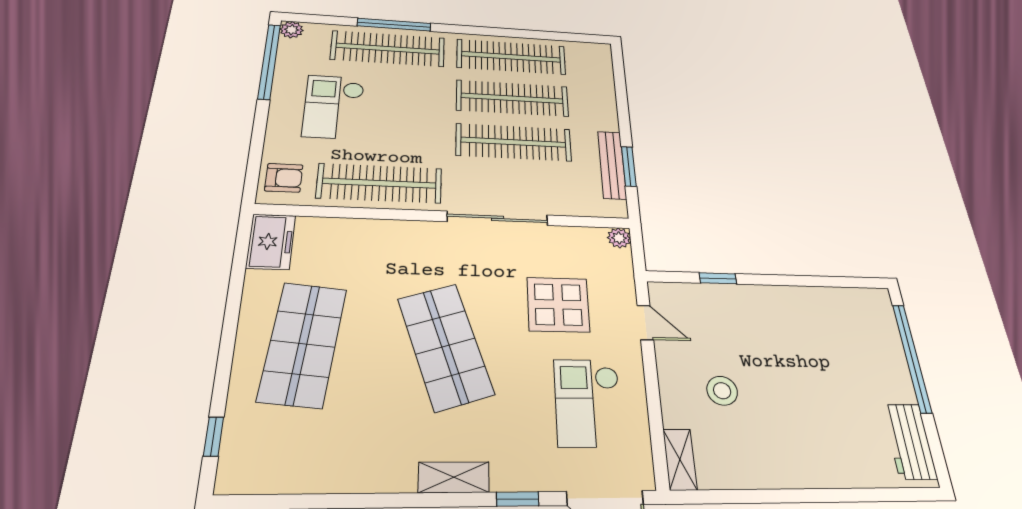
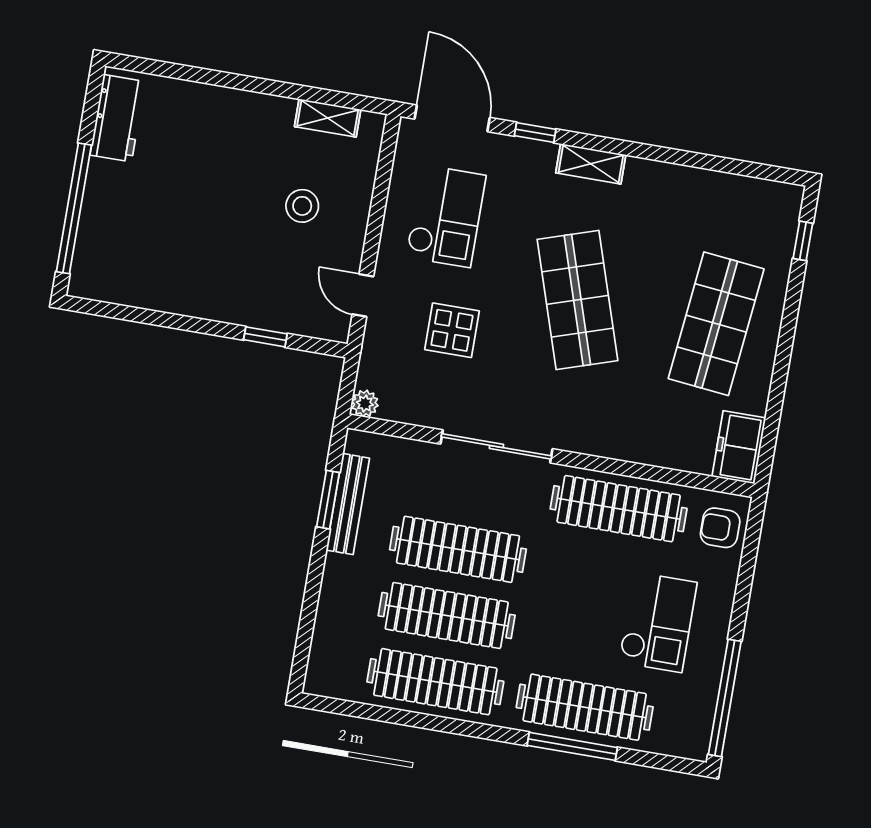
plant: (292, 30) -> (696, 747), removed
display table: (558, 305) -> (452, 330), width x0.73, depth x0.73
shelving: (680, 459) -> (328, 118), moved, turned 90

